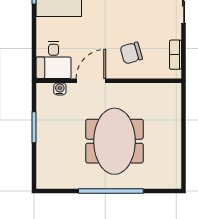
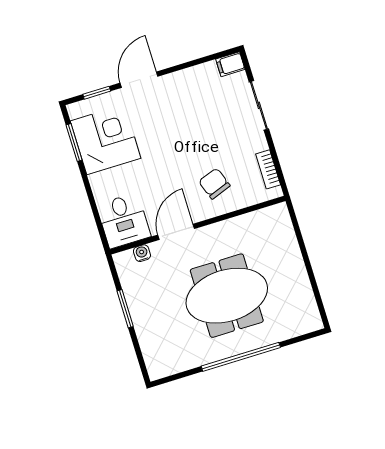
chair: (131, 53) -> (214, 184), turned 86
meeting table: (114, 141) -> (227, 296), turned 90

